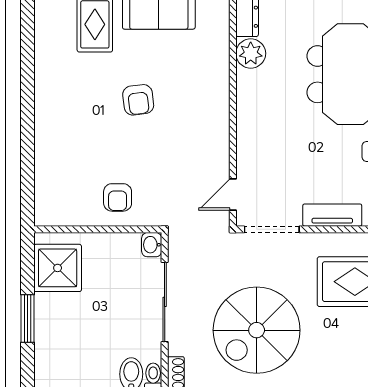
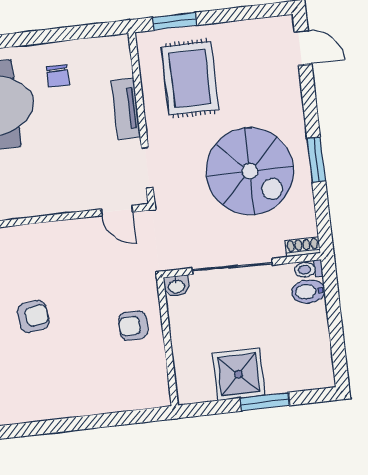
armchair: (118, 197) -> (133, 326), turned 180
doorway: (272, 229) -> (147, 168), width x0.73
shower: (58, 268) -> (239, 374), moved

